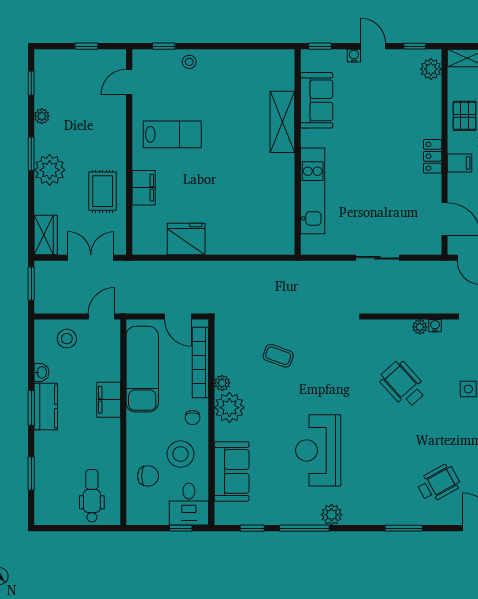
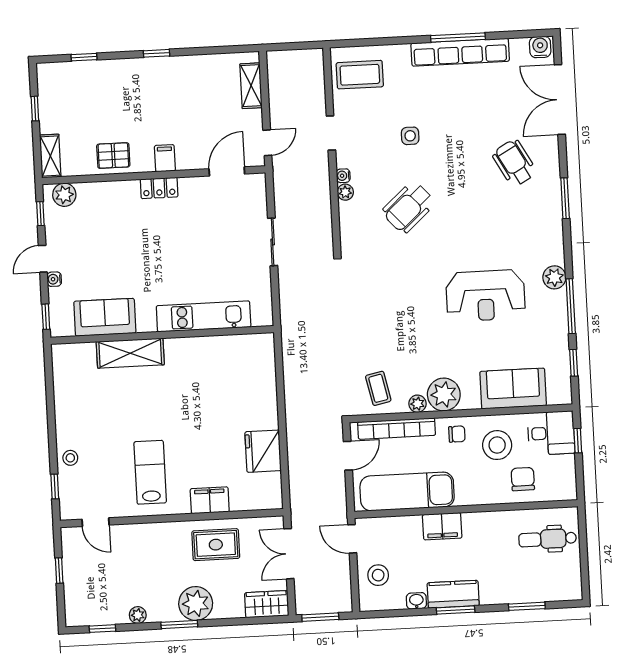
coffee table: (278, 356) -> (378, 388), moved, turned -32

